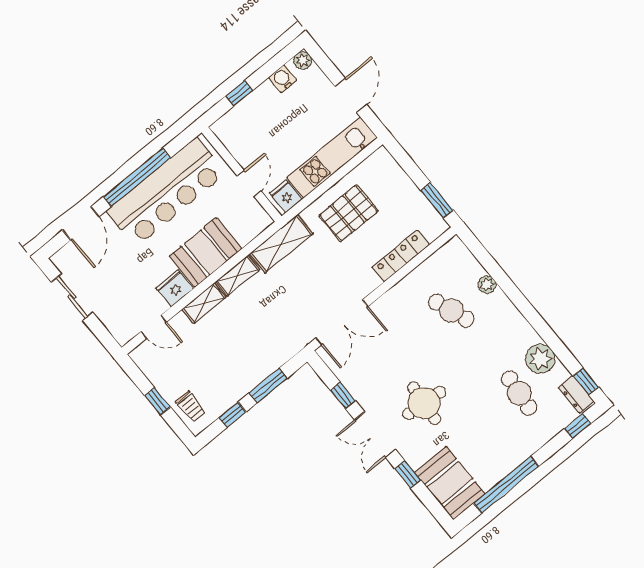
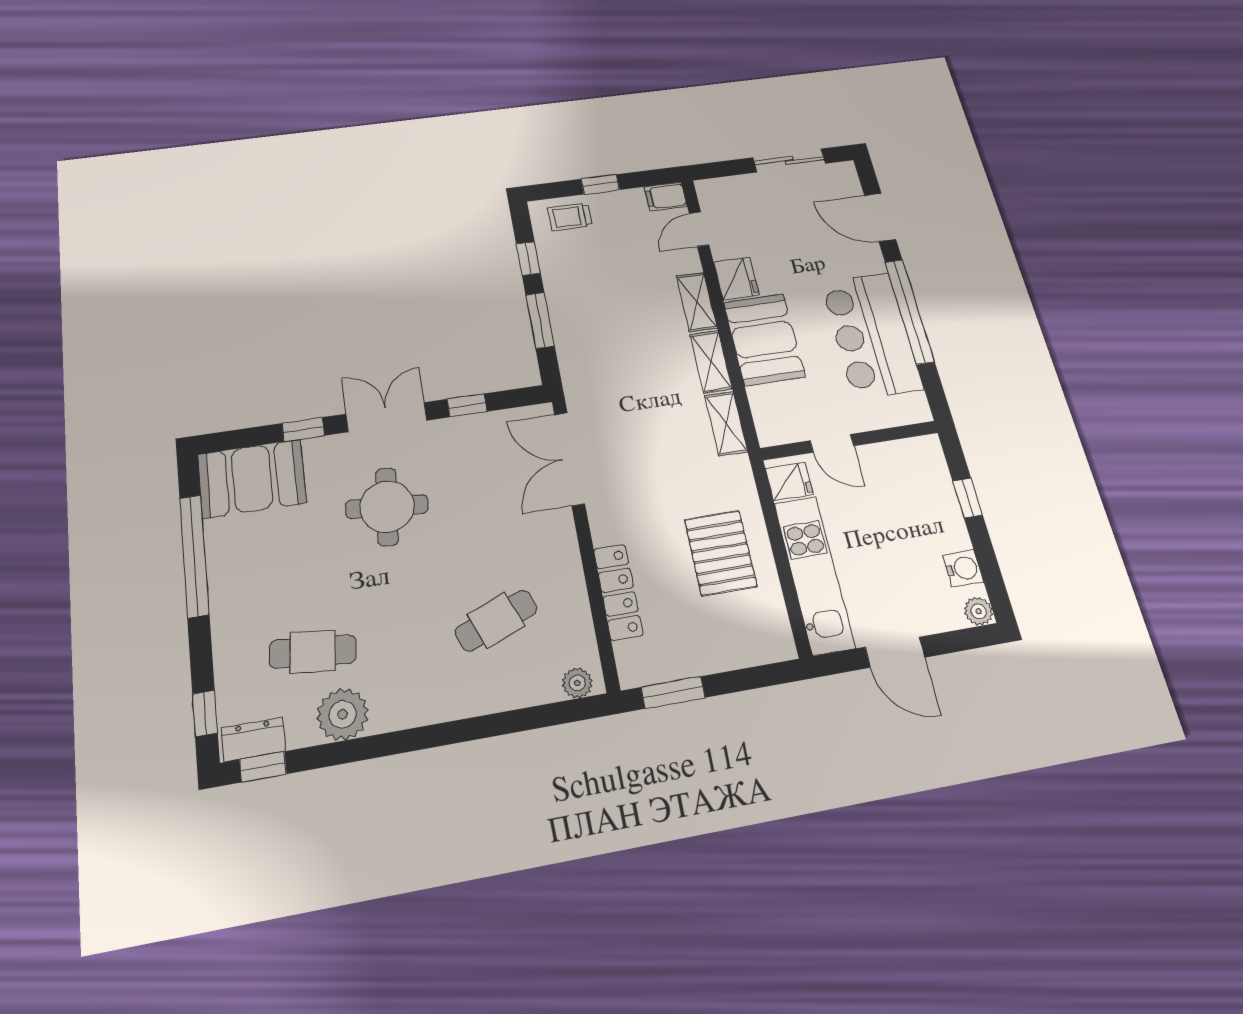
bar counter: (166, 192) -> (871, 335), width x0.73
shelving: (281, 244) -> (726, 424), width x0.67, depth x0.75
plant: (487, 285) -> (577, 683), moved
filing cabinet: (143, 358) -> (666, 197), added

